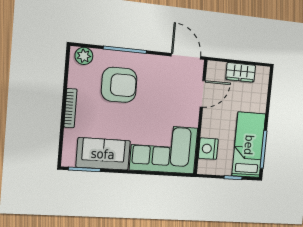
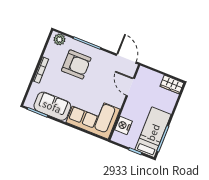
wardrobe: (241, 72) -> (172, 85), moved
door: (203, 94) -> (130, 87), swing flipped

